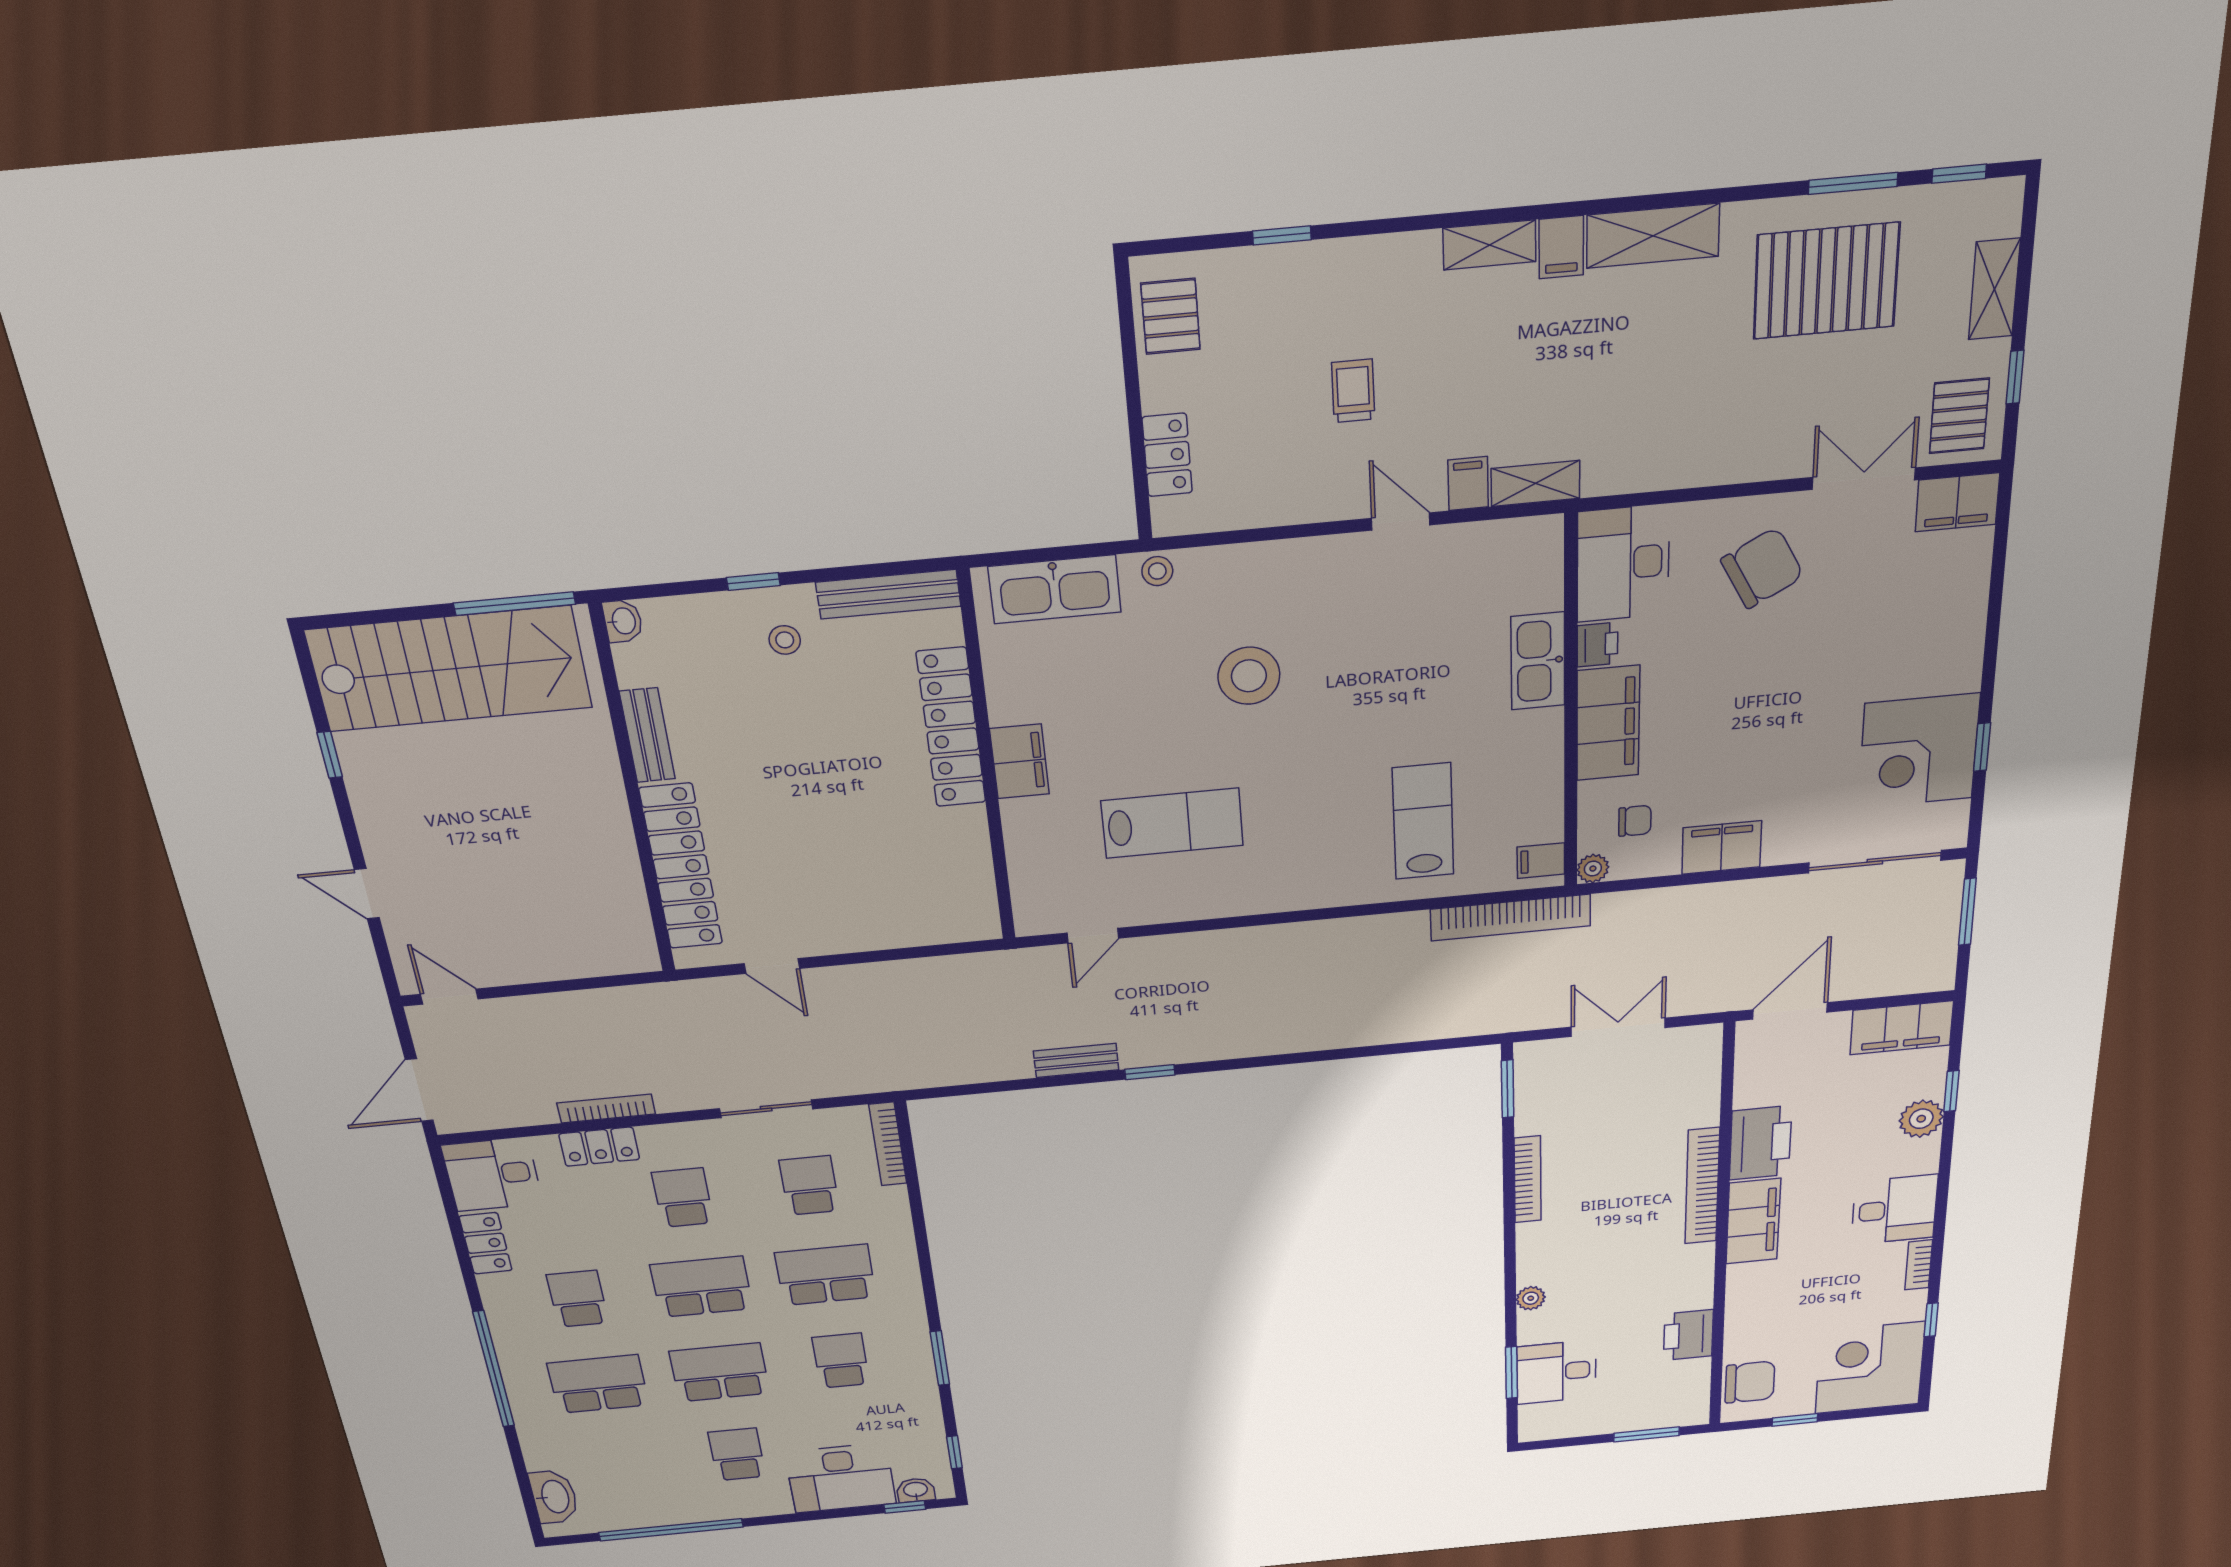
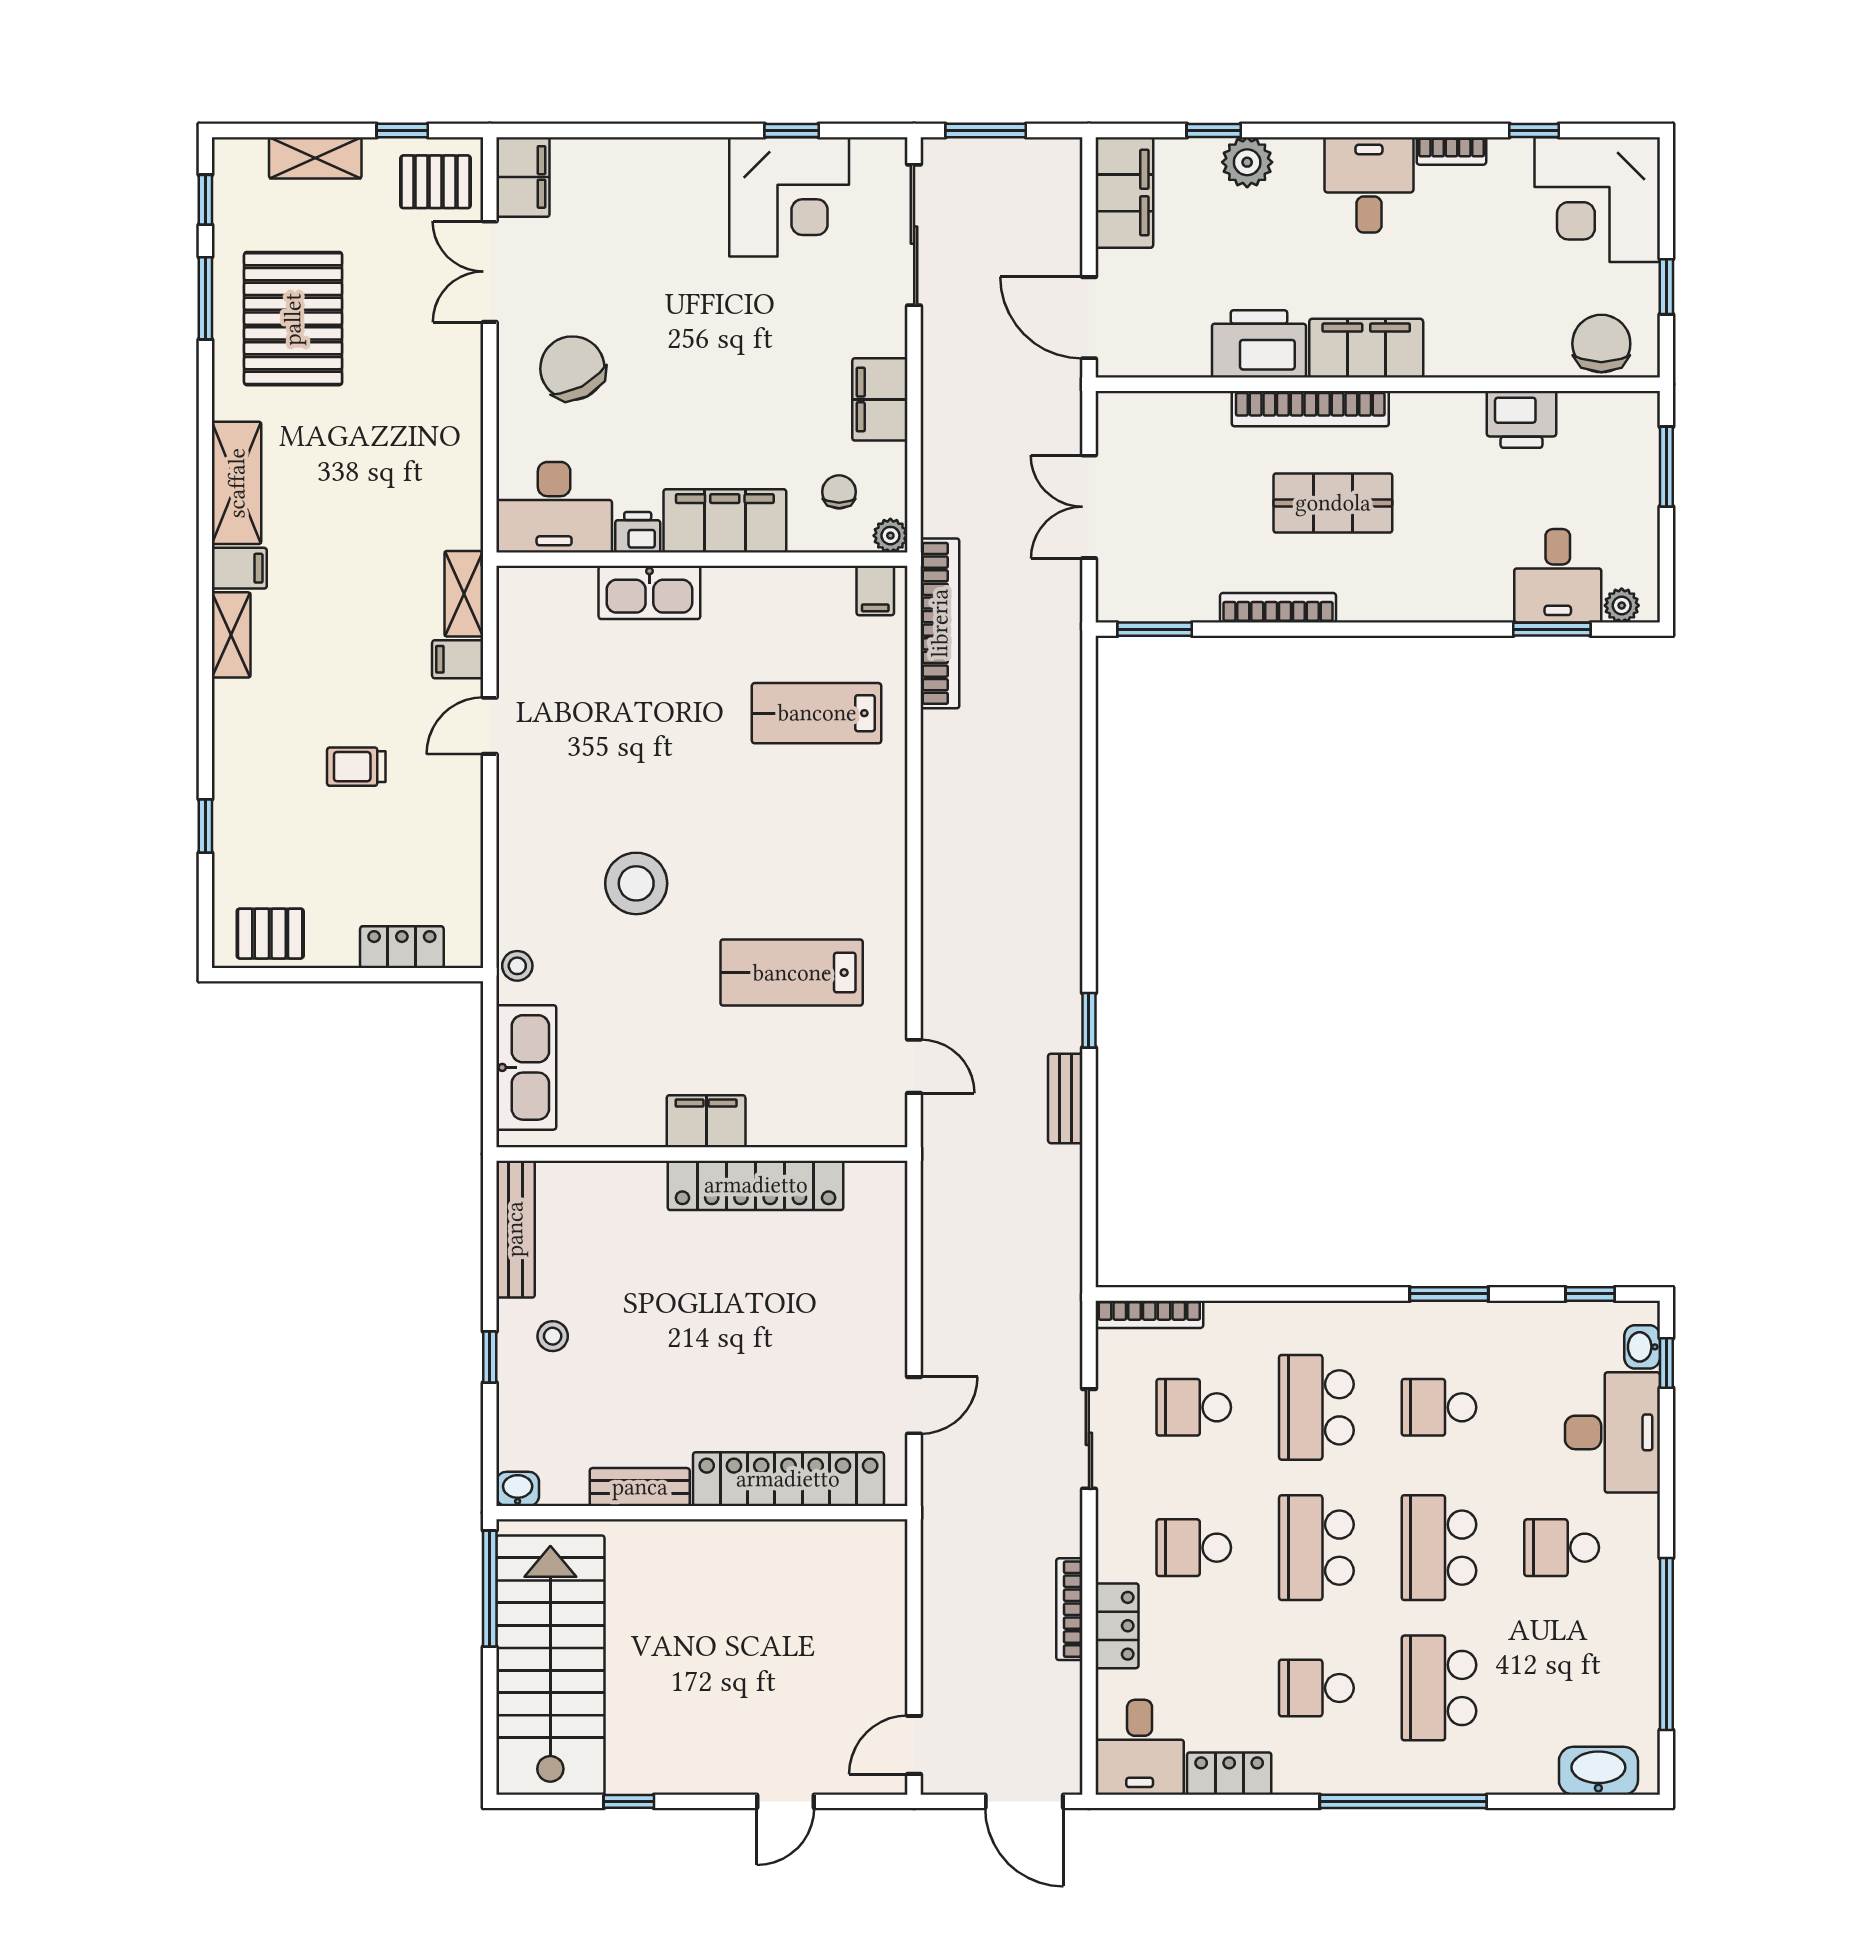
locker: (951, 728) -> (756, 1185), moved
lab bench: (1172, 823) -> (792, 973), turned -90
shop shelf: (1619, 1210) -> (1333, 503), added
plant: (1531, 1298) -> (1622, 606), moved

